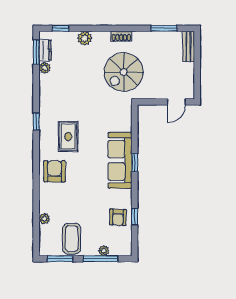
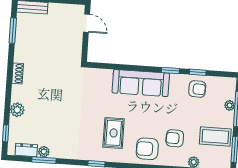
window: (36, 52) -> (44, 160), moved
spiral stairs: (124, 72) -> (53, 73), removed
rug: (68, 136) -> (114, 133), turned 90
window: (135, 163) -> (170, 70), moved
armchair: (67, 198) -> (175, 138), added

